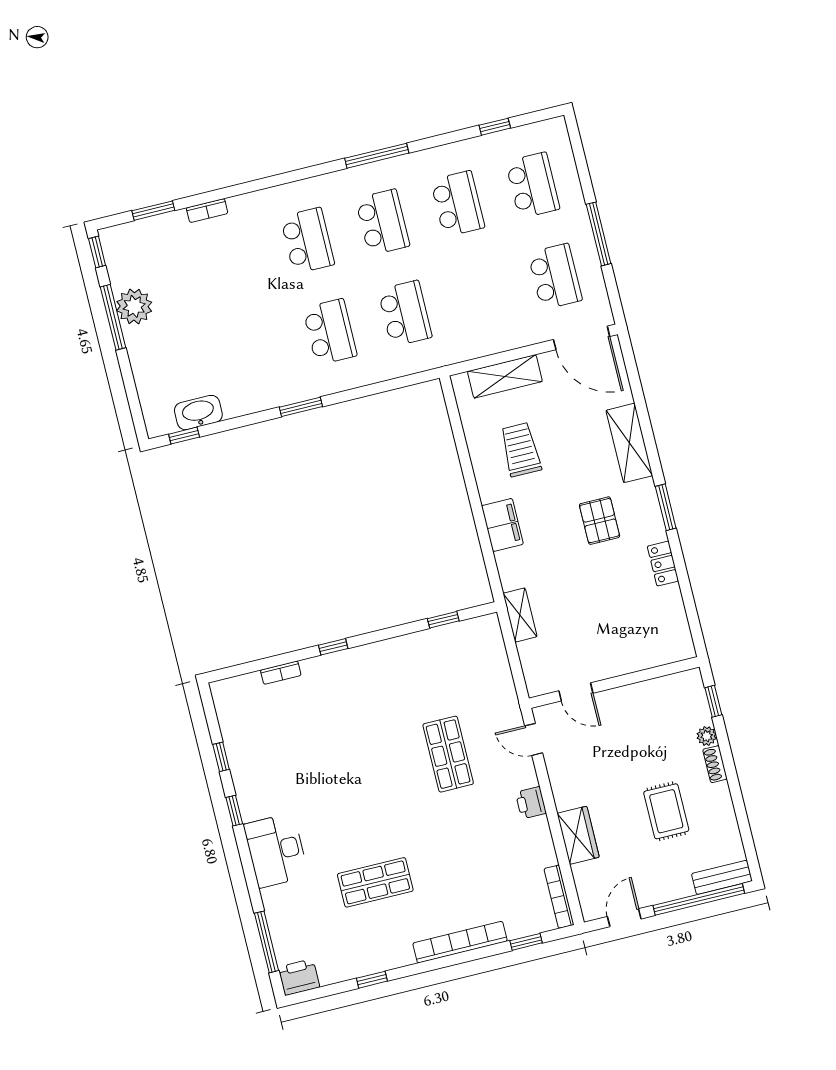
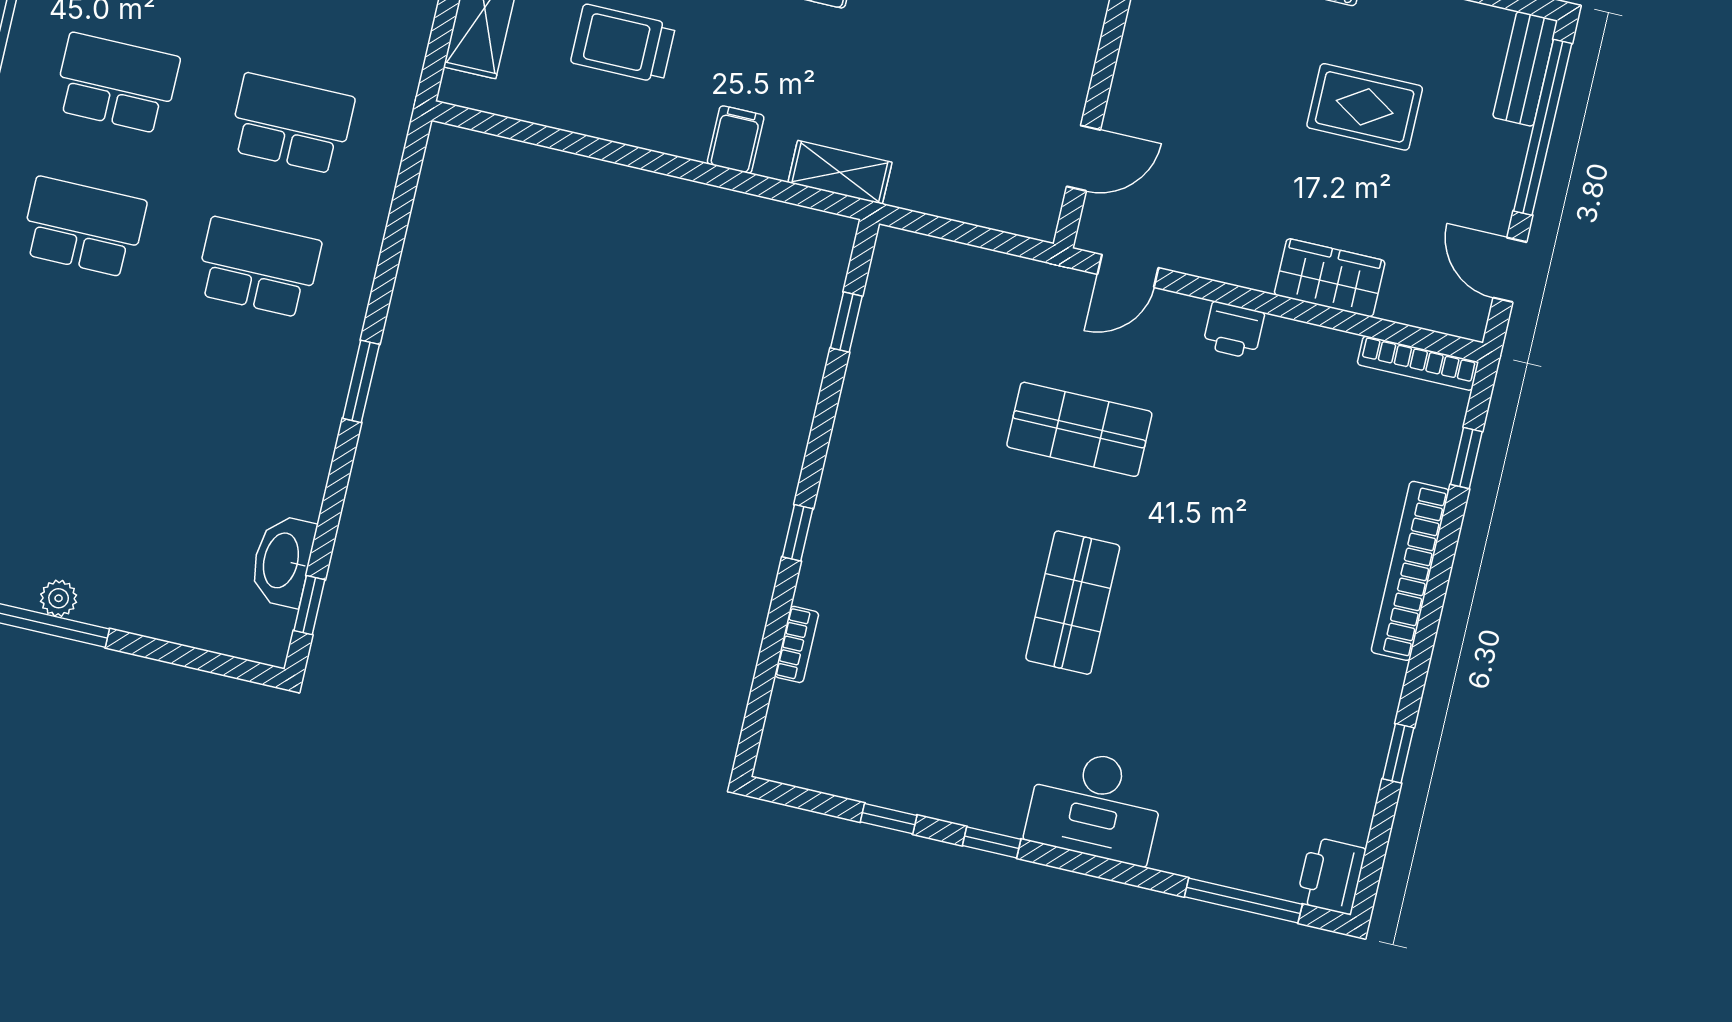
plant: (134, 306) -> (59, 598), width x0.53, depth x0.53
filing cabinet: (502, 525) -> (736, 140), width x0.50
shelving: (520, 615) -> (840, 172), moved
shop shelf: (375, 882) -> (1073, 603), moved

